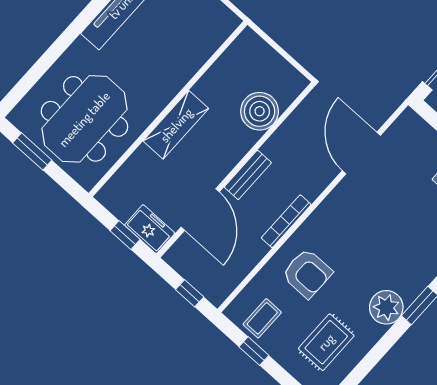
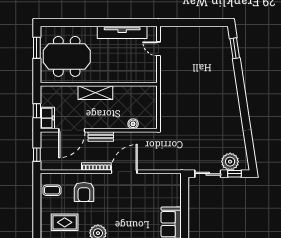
boiler: (260, 111) -> (133, 124), width x0.54, depth x0.54
door: (361, 153) -> (124, 172), moved
window: (254, 351) -> (37, 198), removed

